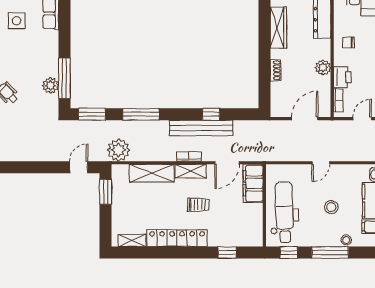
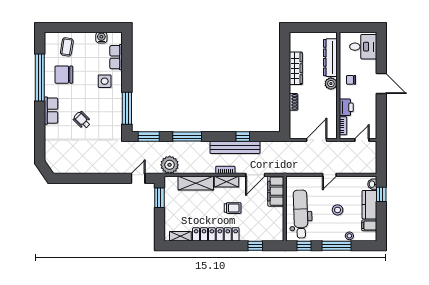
side table: (17, 21) -> (105, 81), moved
plant: (323, 68) -> (331, 84), moved
plant: (50, 85) -> (116, 114), removed

